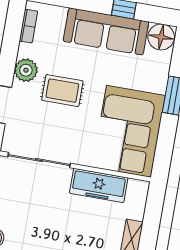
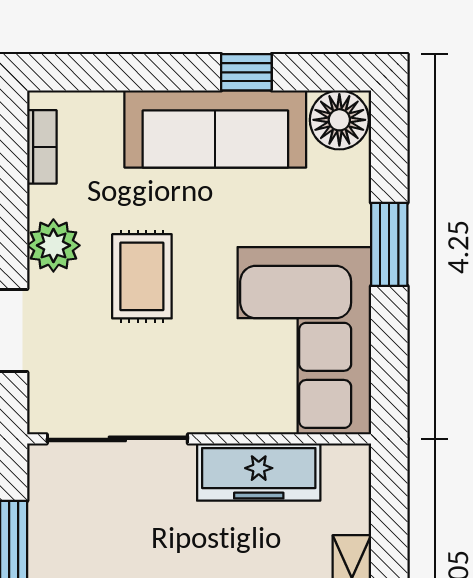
rug: (62, 91) -> (142, 276), turned 90

